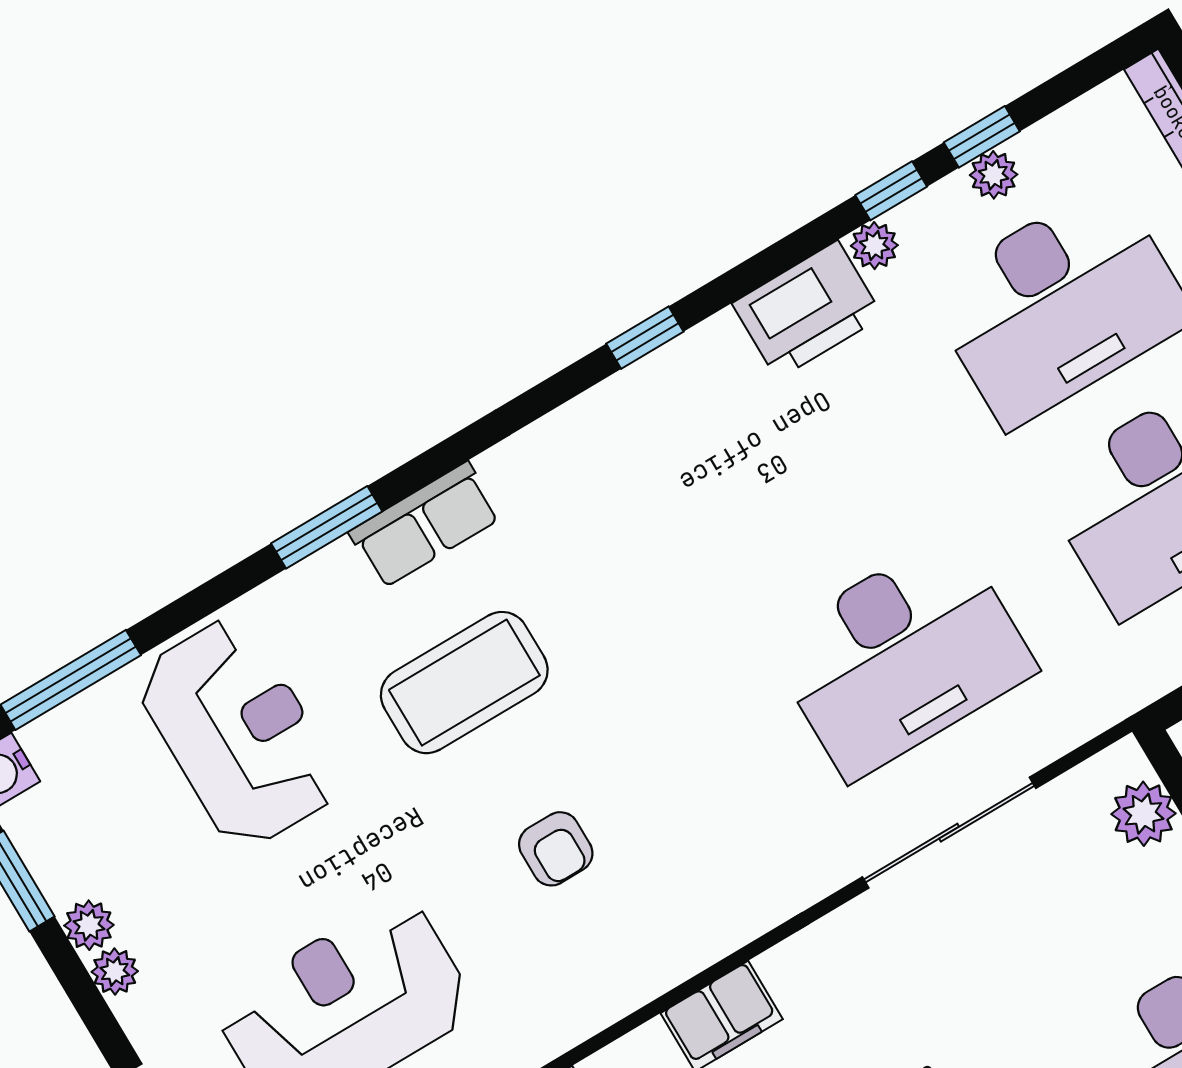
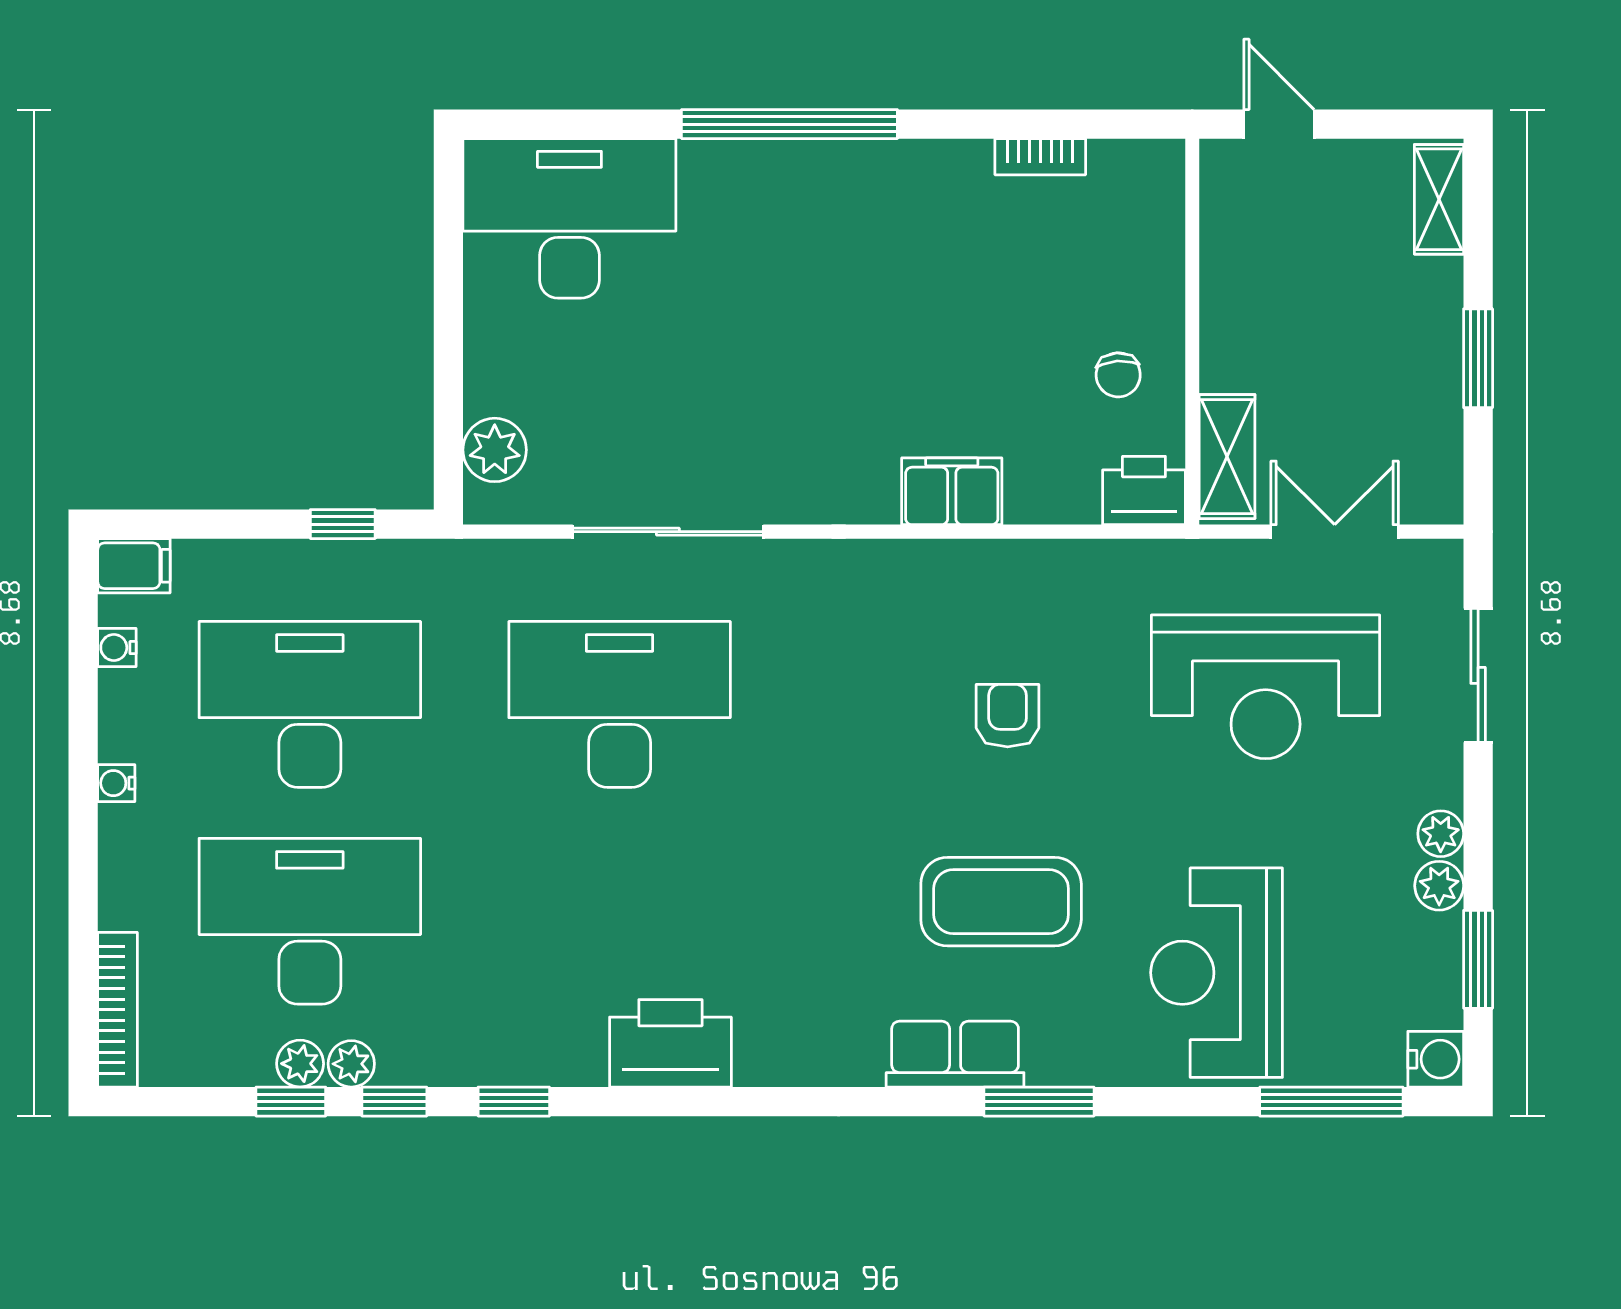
plant: (874, 246) -> (351, 1064), moved
printer: (807, 310) -> (670, 1043), moved
window: (645, 338) -> (514, 1102), moved

